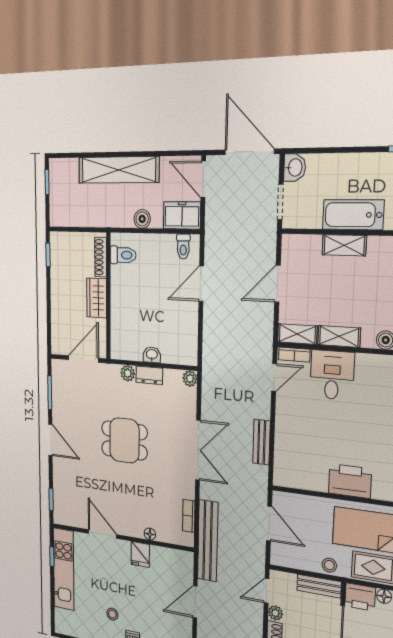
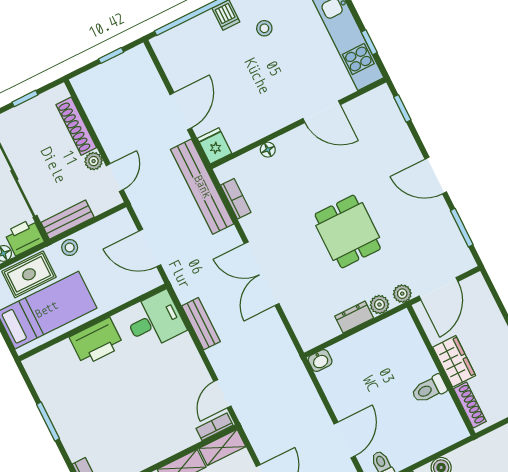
toilet: (123, 255) -> (429, 389), moved
washbasin: (152, 355) -> (320, 360), moved
desk: (332, 375) -> (155, 320), moved, turned -90
plant: (190, 379) -> (402, 294), moved
dining table: (124, 440) -> (348, 232), turned 90
fridge: (140, 554) -> (214, 146), moved

